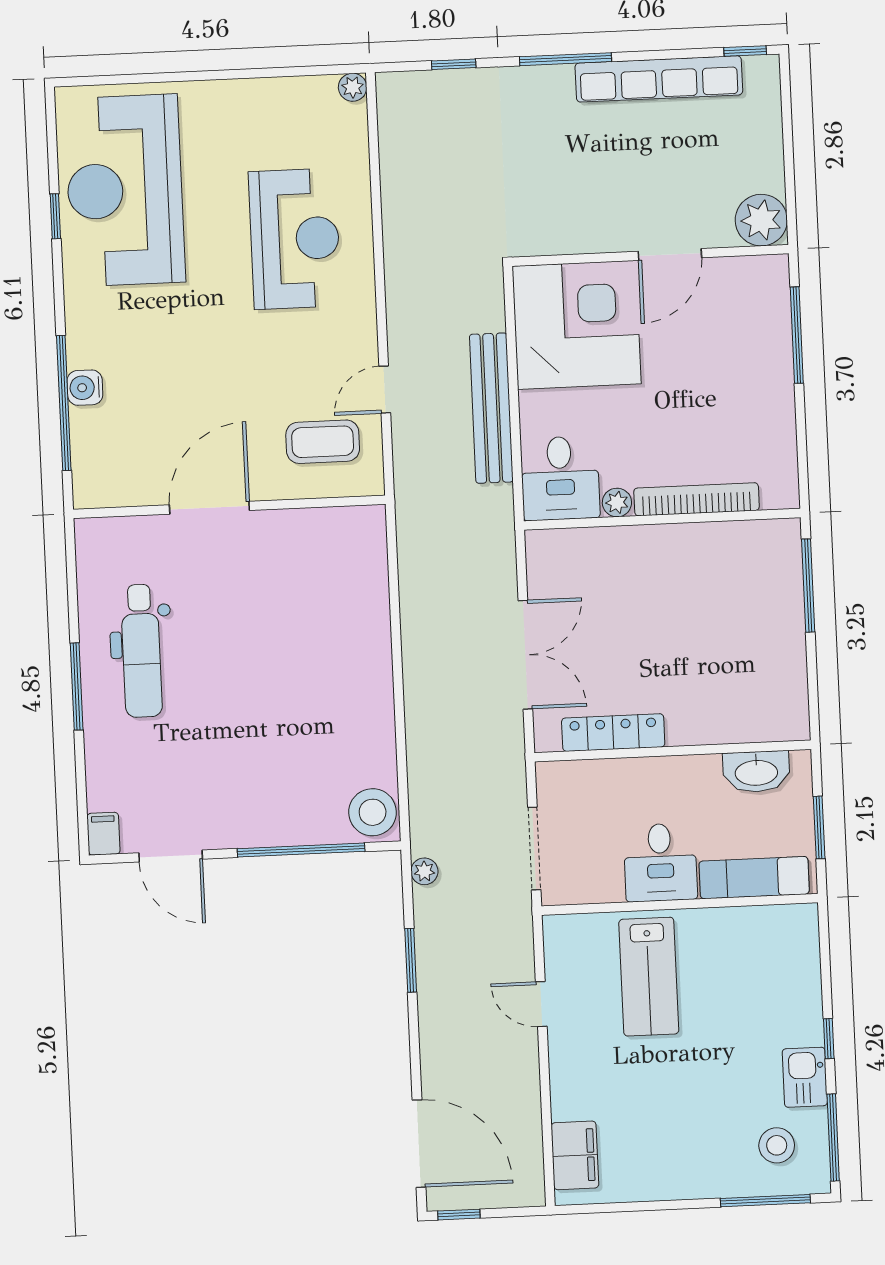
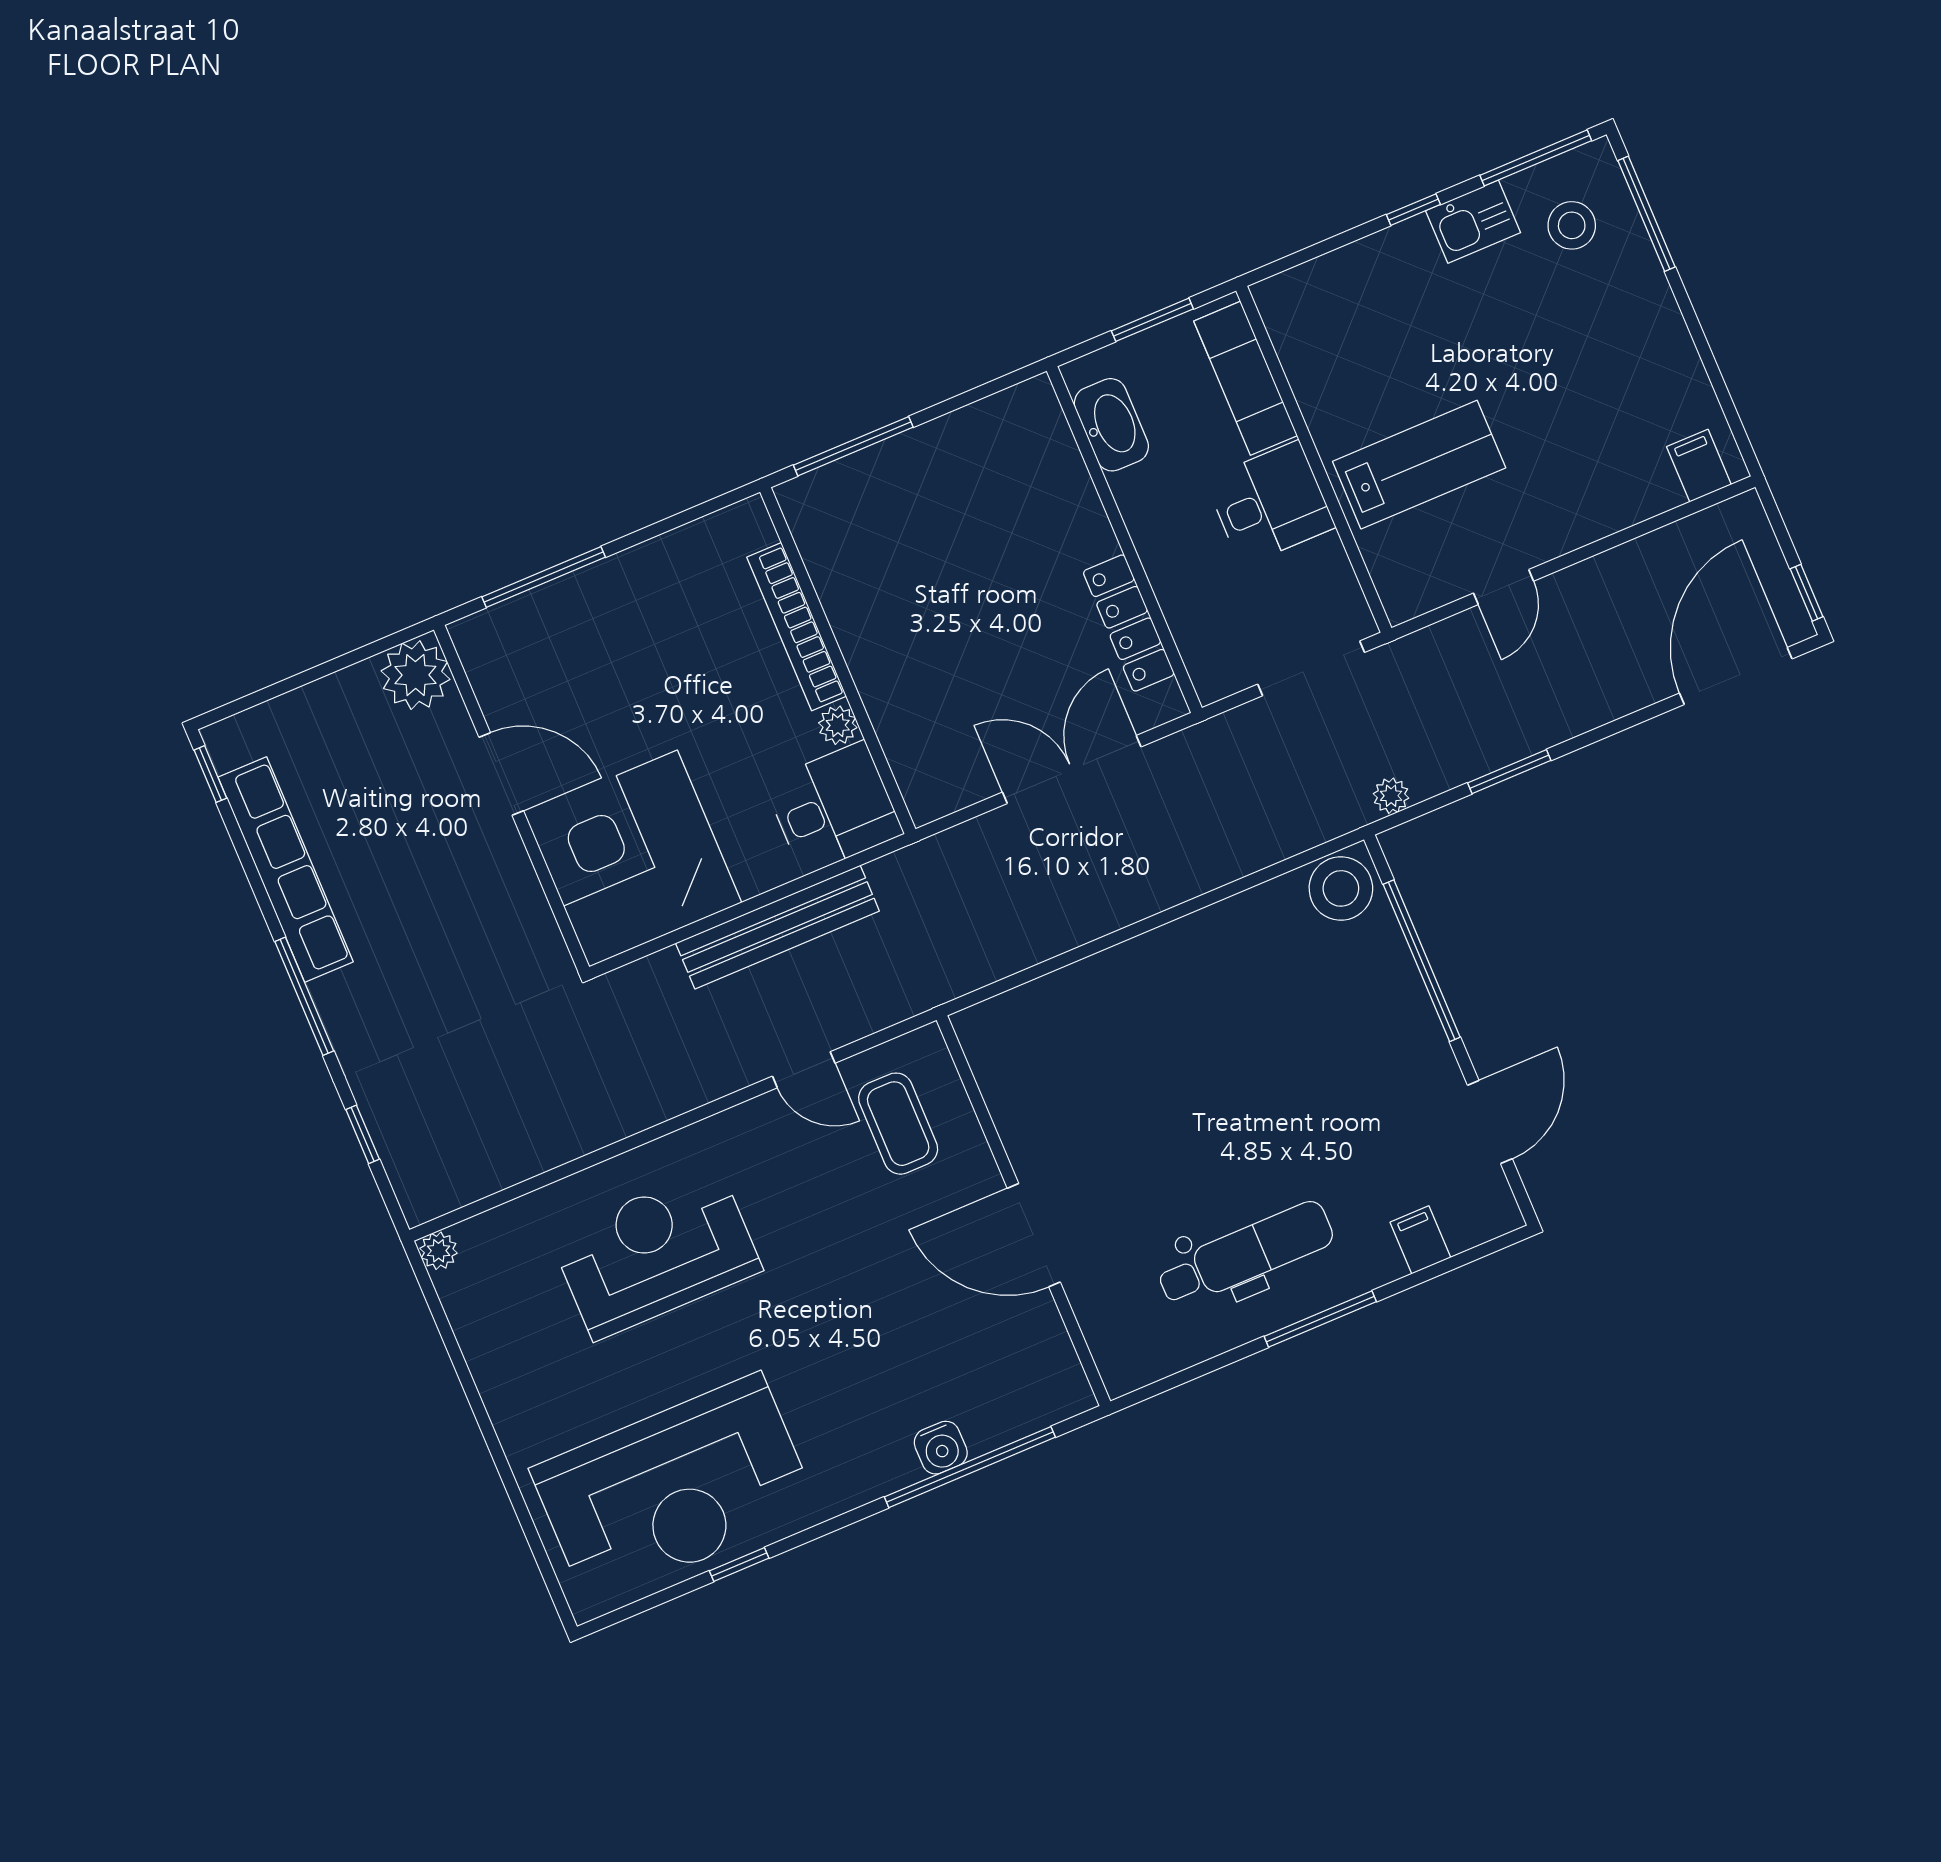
filing cabinet: (103, 834) -> (1420, 1240), moved, turned 90
filing cabinet: (575, 1155) -> (1699, 466), width x0.50

